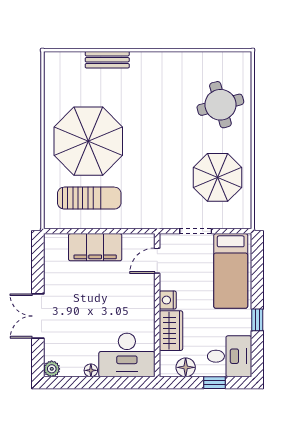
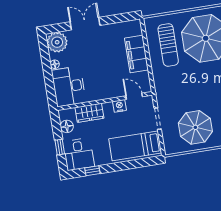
nightstand: (168, 300) -> (119, 106), moved
window: (257, 320) -> (92, 171), moved
plant: (52, 369) -> (57, 42), width x1.88, depth x1.88

